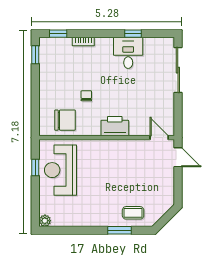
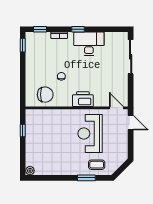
window: (133, 34) -> (78, 29), moved
desk: (128, 53) -> (89, 44), width x1.37
reception desk: (60, 170) -> (90, 134), moved

